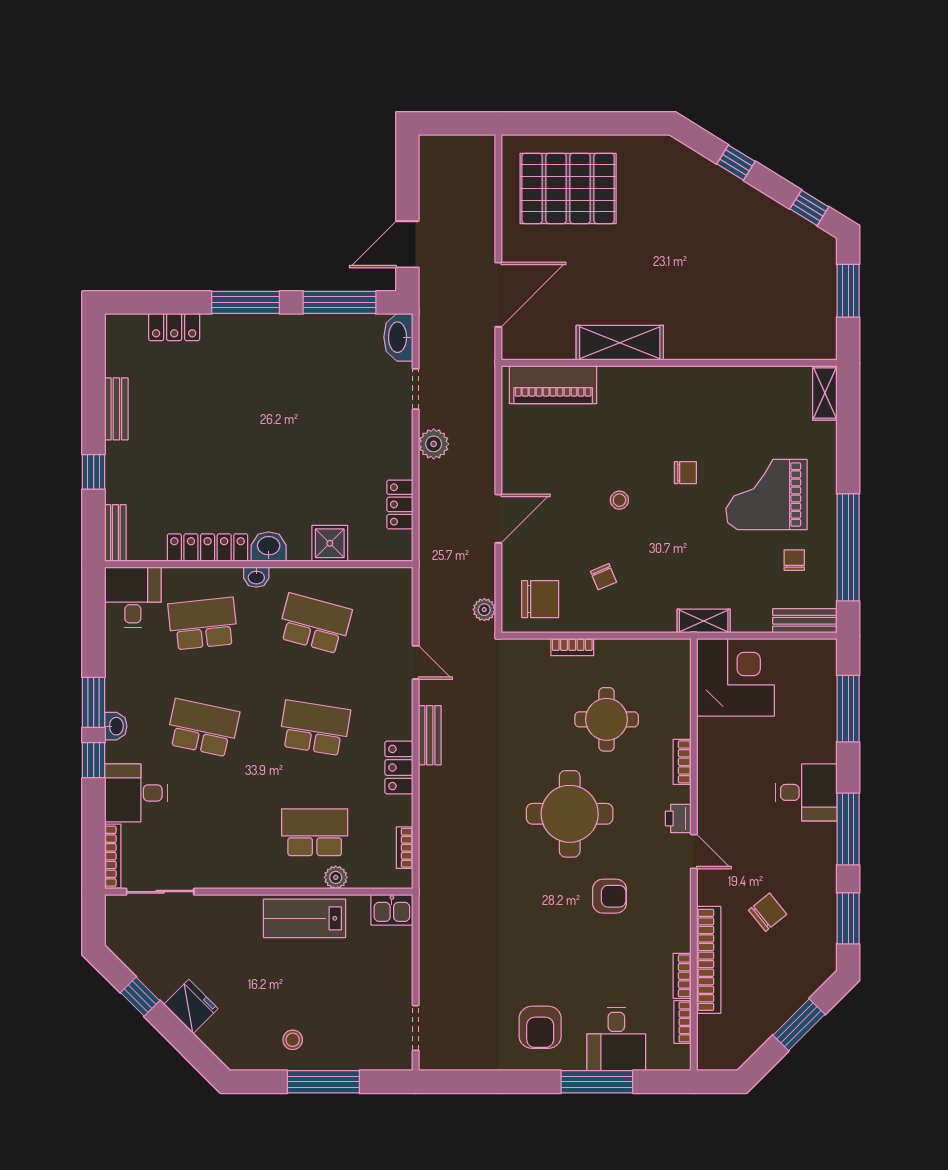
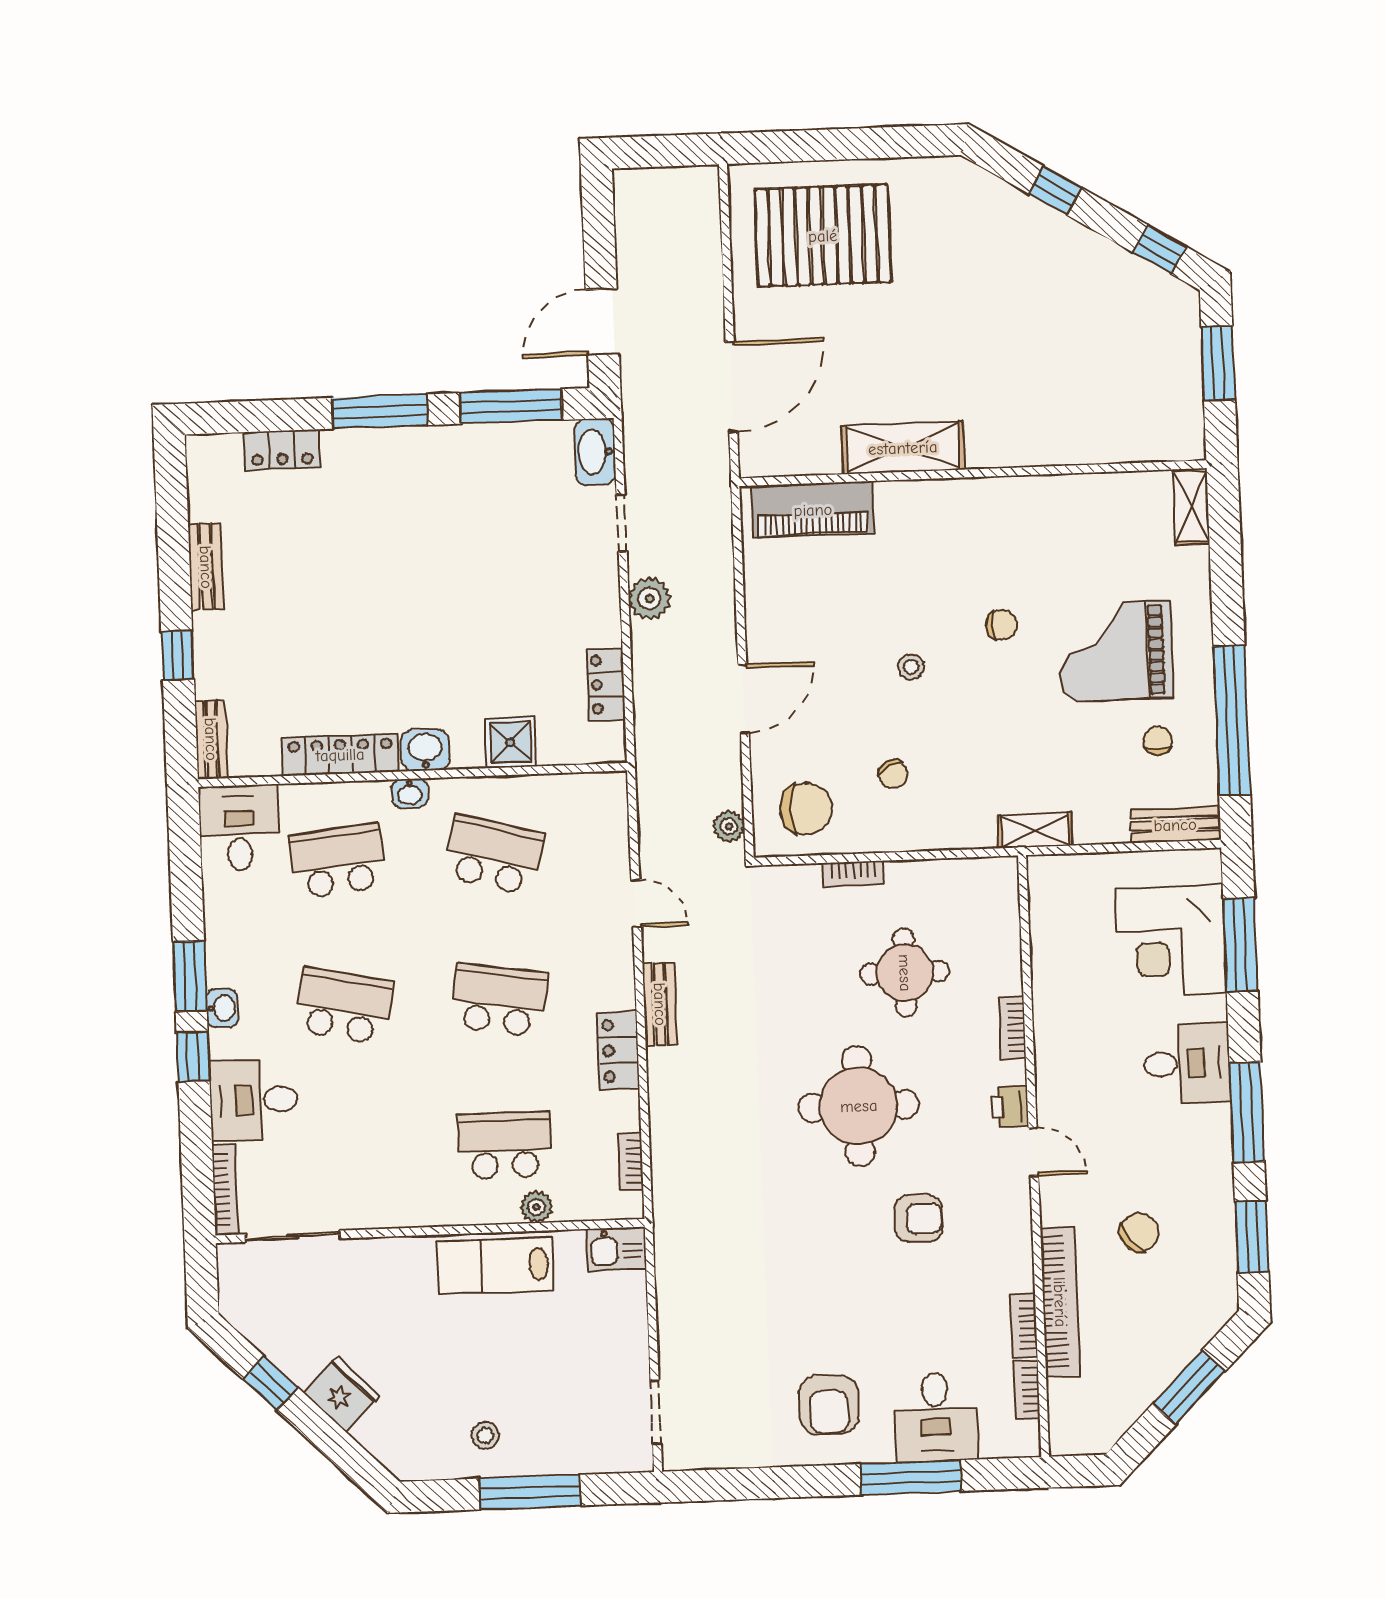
corner desk: (735, 677) -> (1171, 940), moved, turned 180

